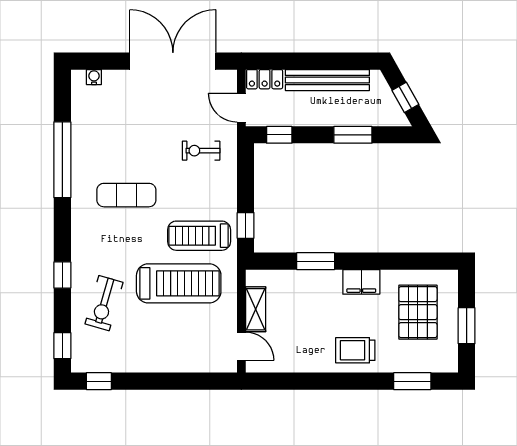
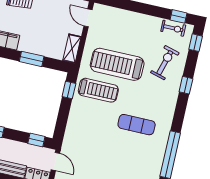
exercise bike: (201, 151) -> (173, 28), moved
shelving: (256, 309) -> (72, 49), moved

